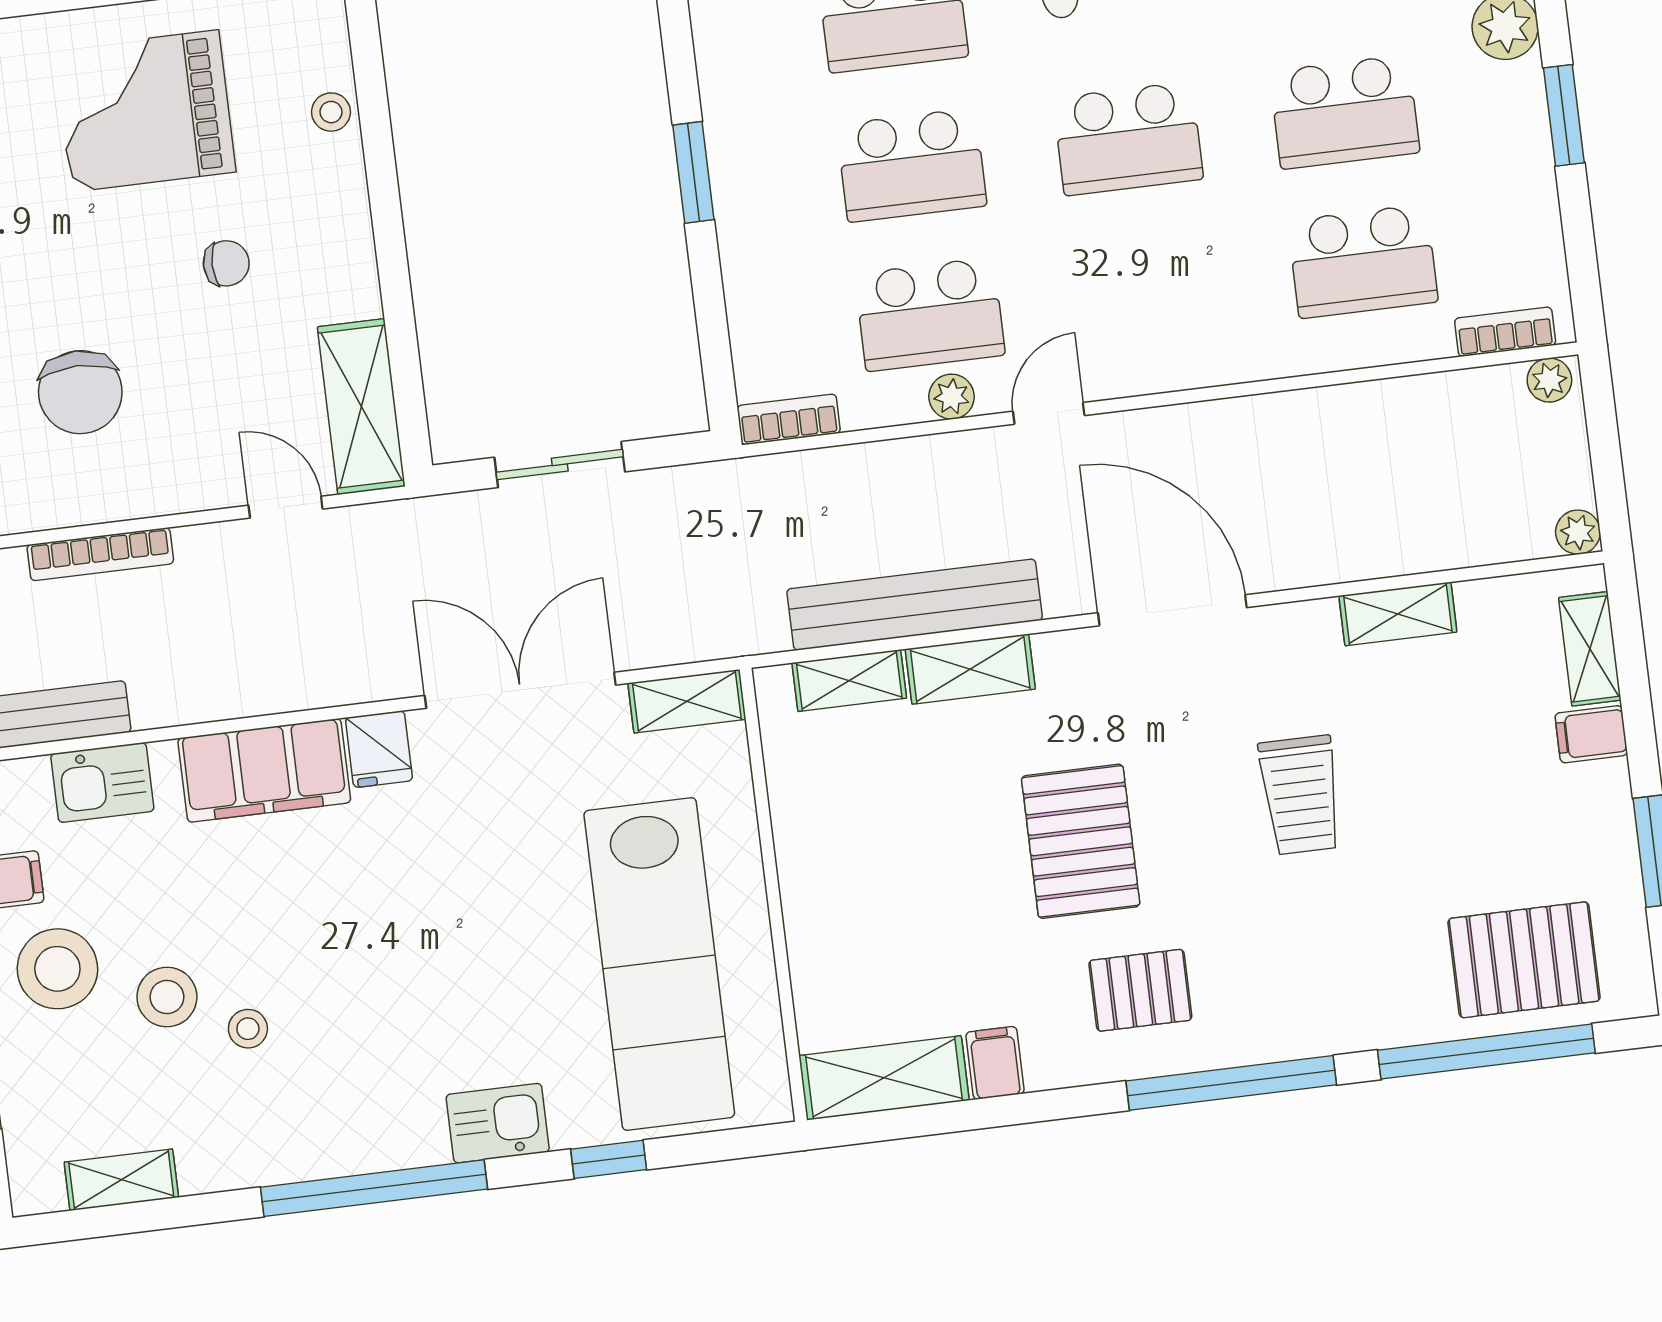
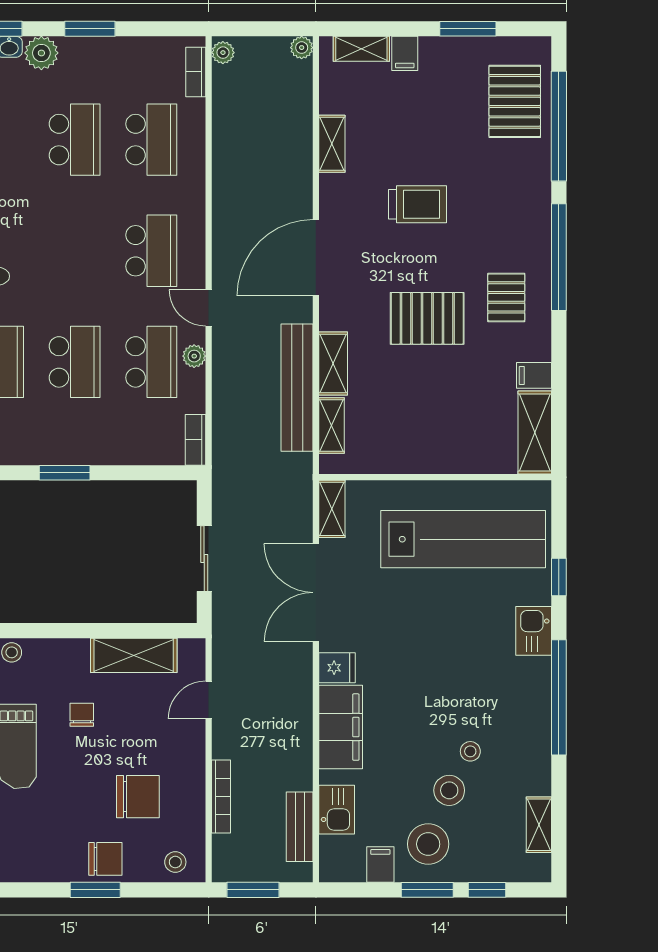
school desk: (1128, 139) -> (151, 251), moved
shelving: (361, 407) -> (134, 655), moved

